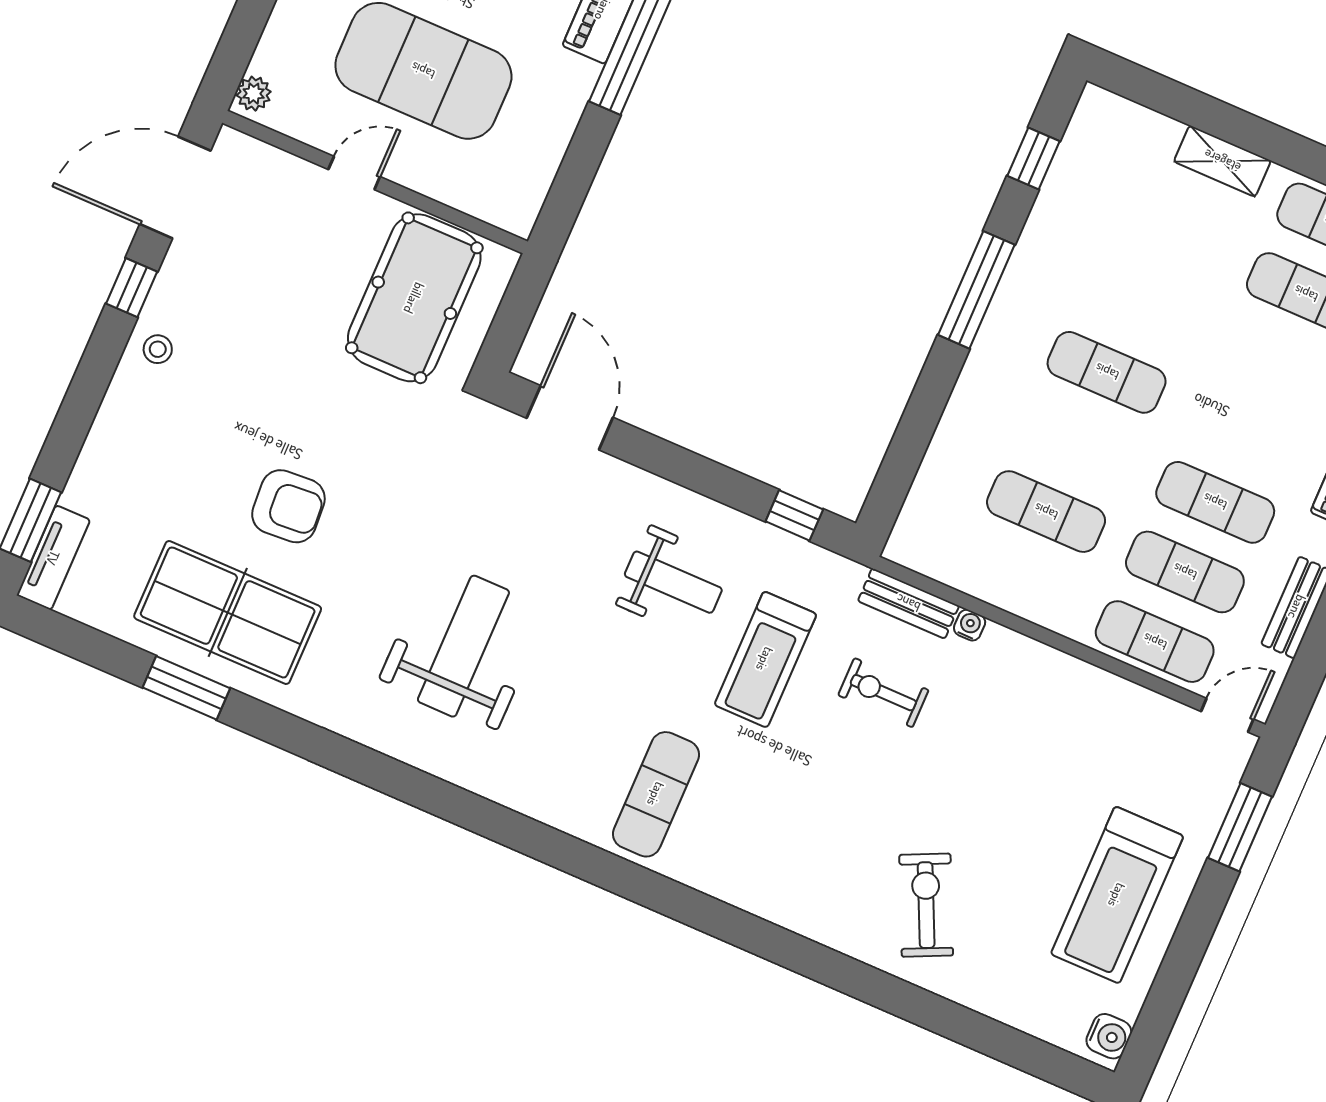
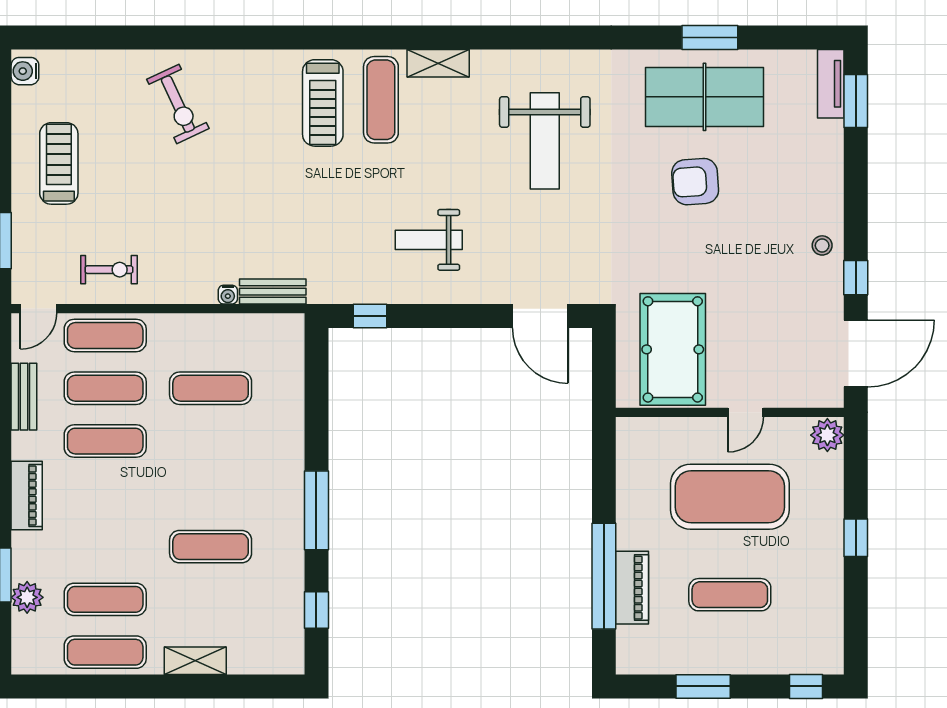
plant: (254, 94) -> (827, 435), width x1.38, depth x1.38
exercise mat: (1107, 372) -> (211, 547), moved
treadmill: (765, 659) -> (323, 103), moved, turned 180
exercise bike: (883, 693) -> (109, 270), moved
shelving: (560, 810) -> (438, 63), added
treadmill: (1117, 895) -> (59, 163), width x0.73, depth x0.73

